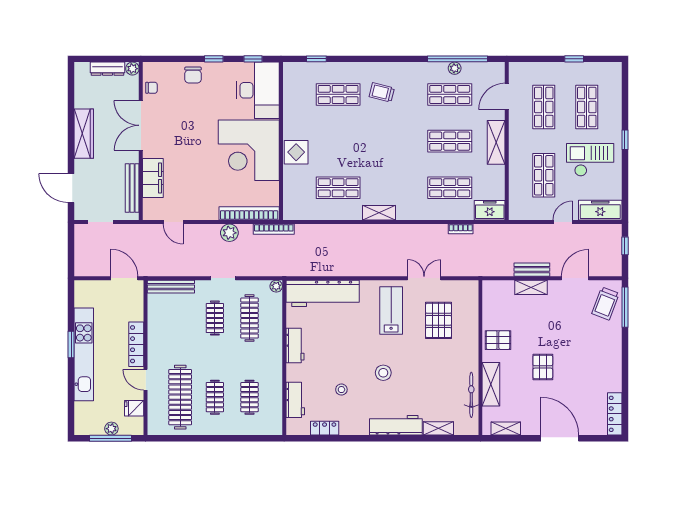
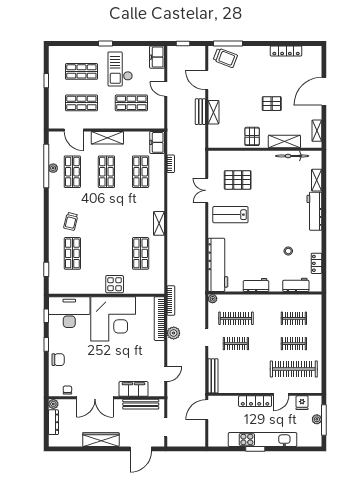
freezer: (600, 210) -> (157, 57), width x0.71
stool: (383, 373) -> (276, 220), removed
locker: (615, 414) -> (286, 51), moved

